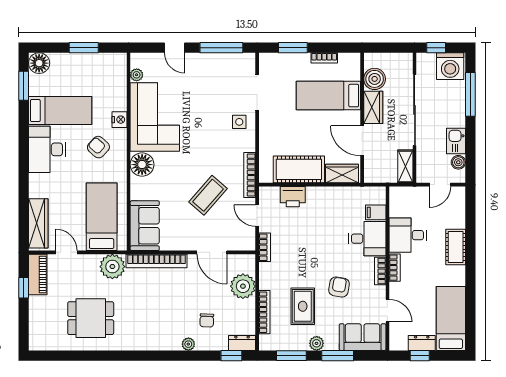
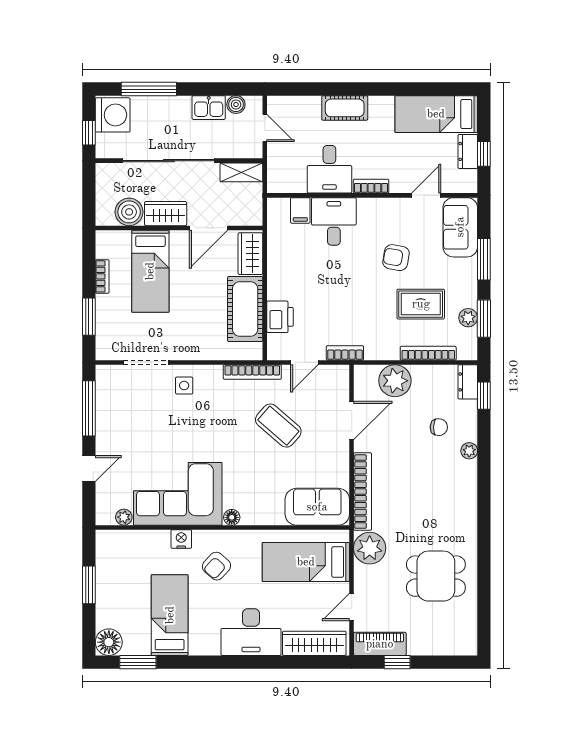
desk: (47, 149) -> (251, 632), moved
floor lamp: (142, 165) -> (232, 517), width x0.53, depth x0.53
bookcase: (380, 271) -> (375, 205), removed
dining table: (91, 318) -> (436, 576), turned 90
plant: (317, 343) -> (468, 318), moved

